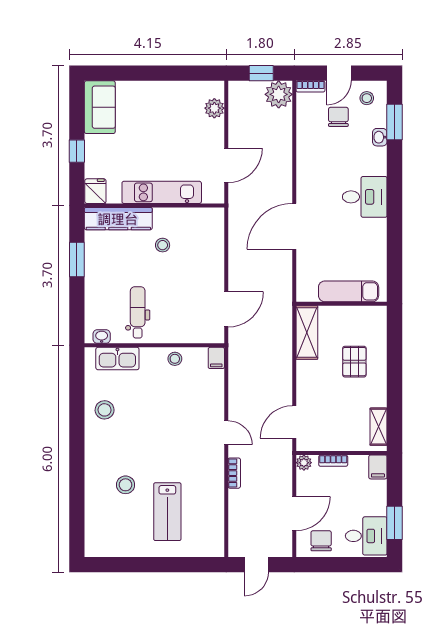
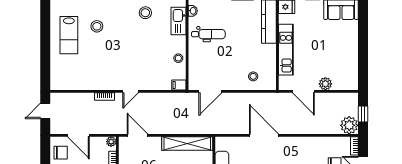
plant: (214, 108) -> (325, 84), moved
stool: (163, 245) -> (253, 76), moved
door: (226, 309) -> (210, 91), hinge flipped
shelving: (307, 332) -> (187, 144), width x1.47
lab bench: (167, 512) -> (69, 35), moved, turned -90
door: (256, 565) -> (45, 111), hinge flipped

